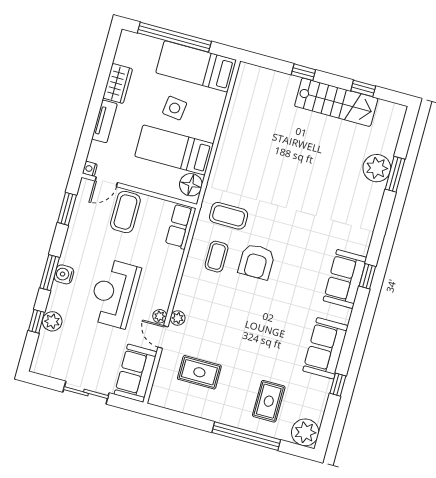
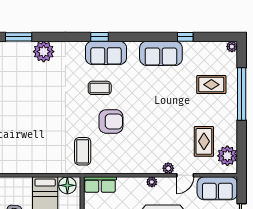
plant: (377, 168) -> (44, 52), moved
coffee table: (217, 257) -> (100, 88), moved
plant: (160, 316) -> (152, 182), moved
plant: (173, 397) -> (227, 156), added
plant: (305, 432) -> (232, 47), width x0.53, depth x0.53

